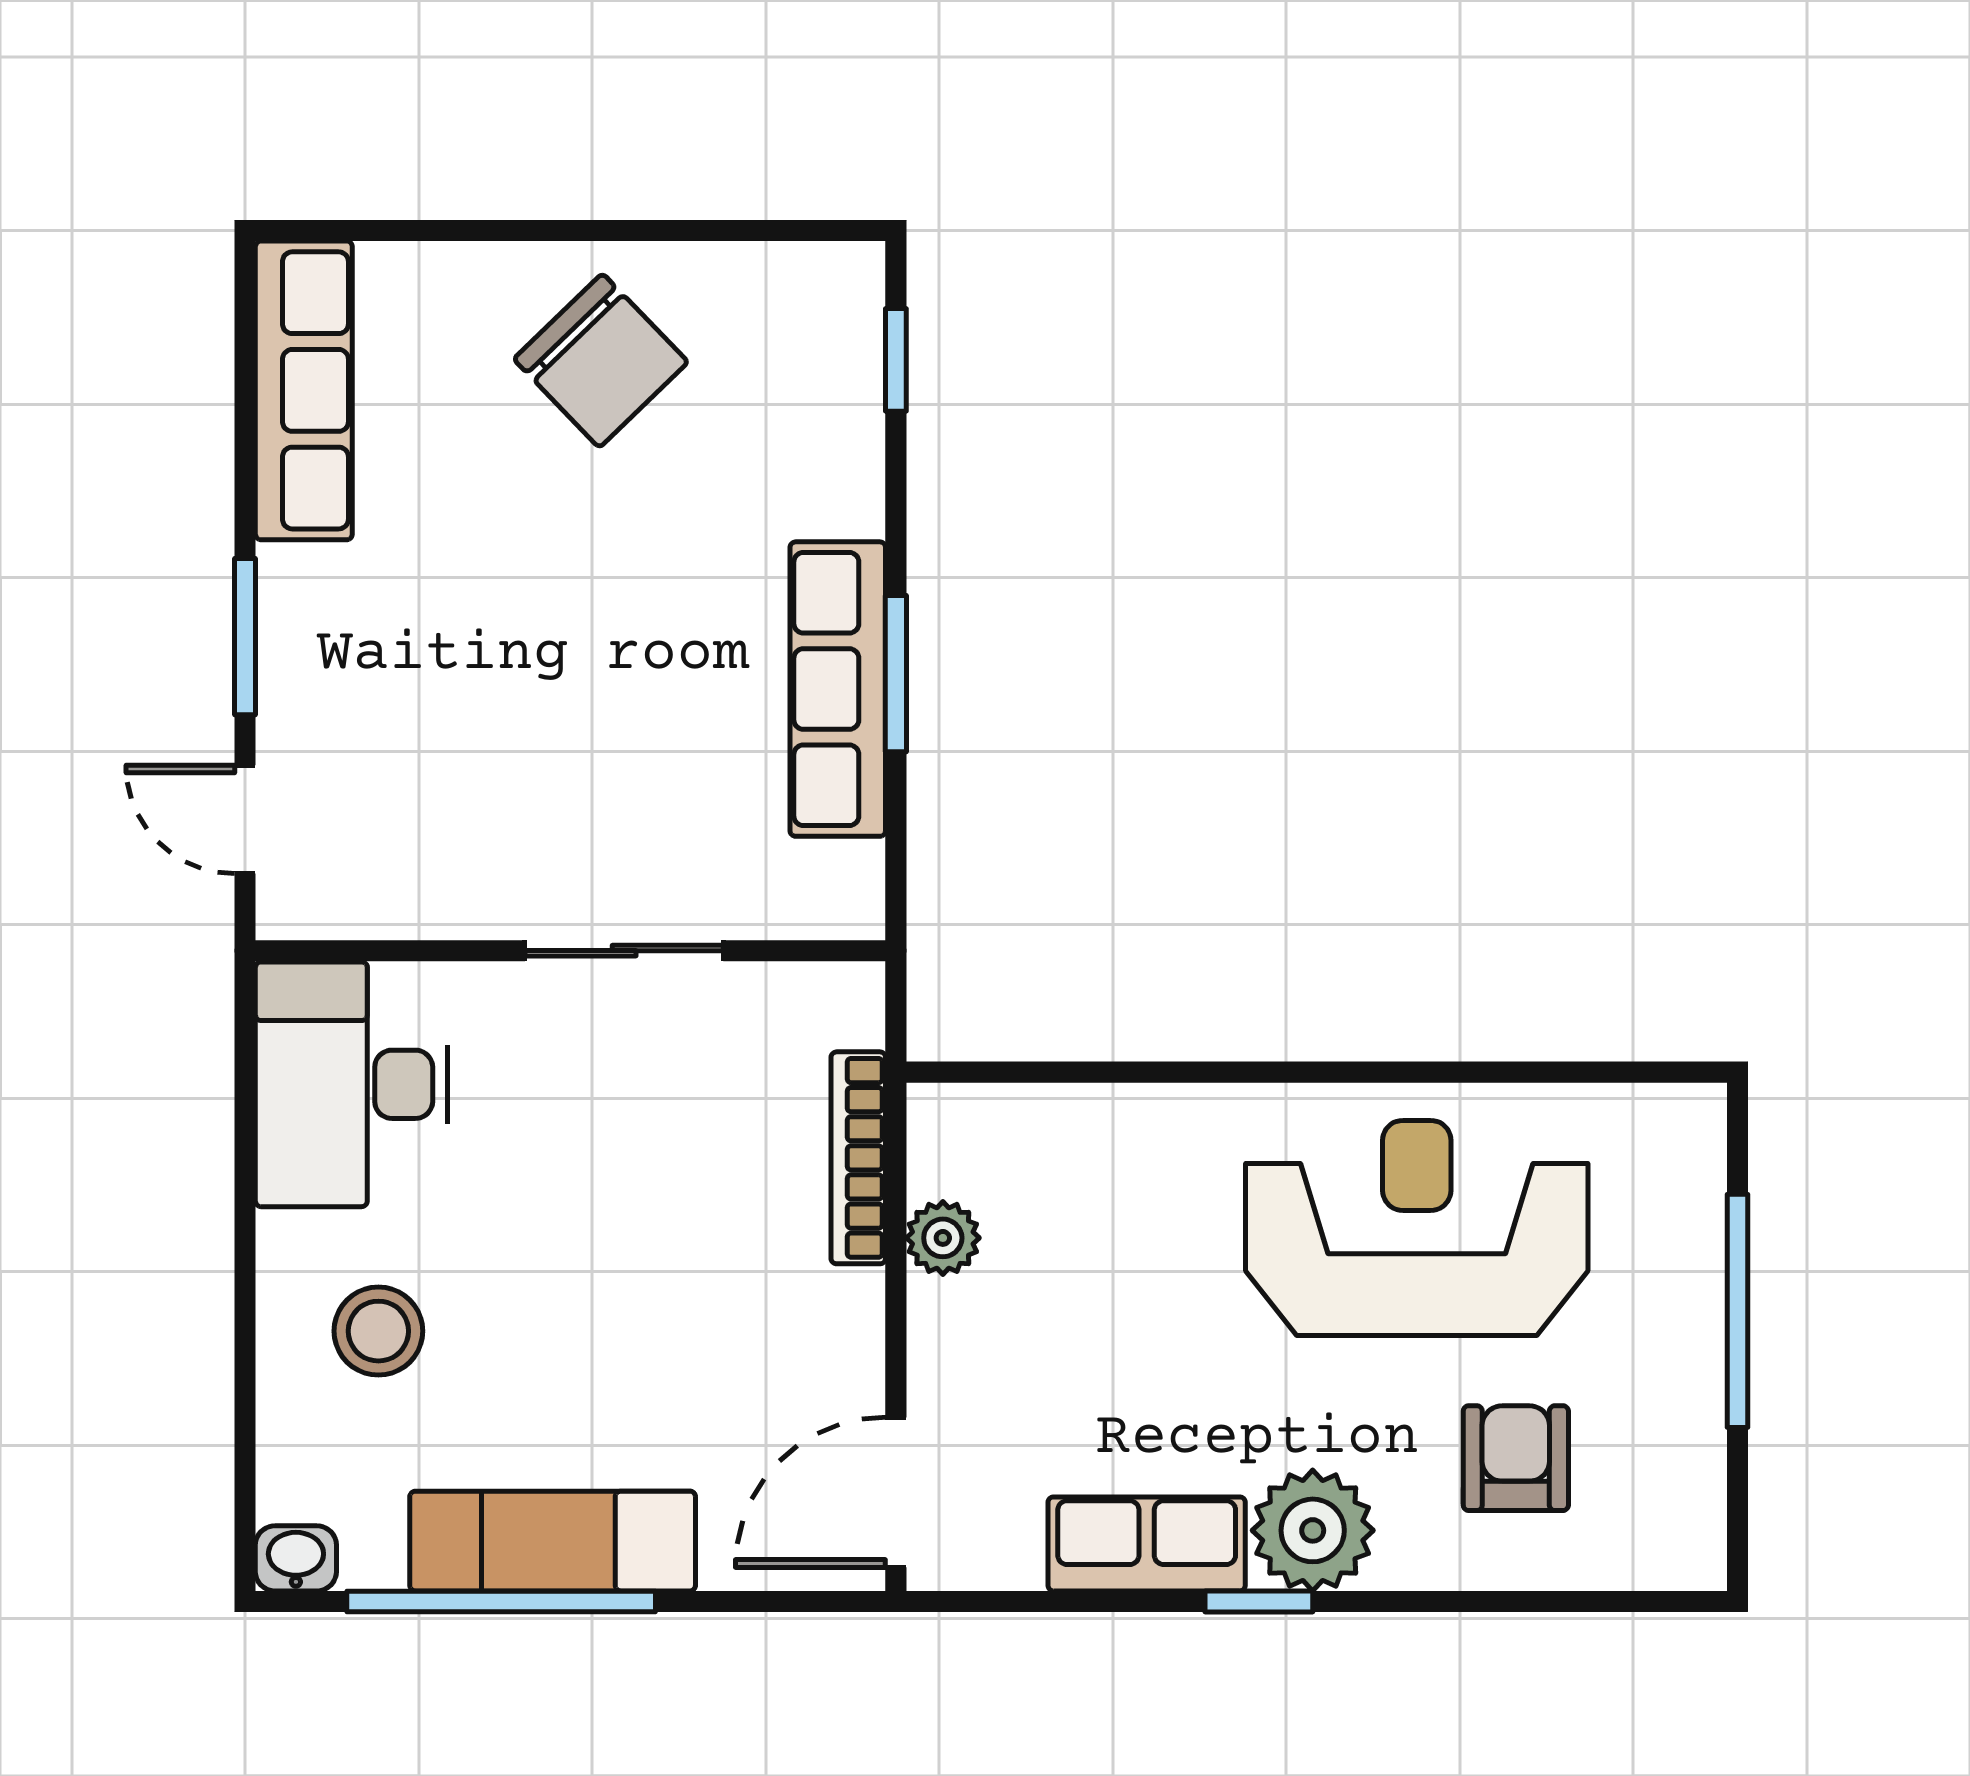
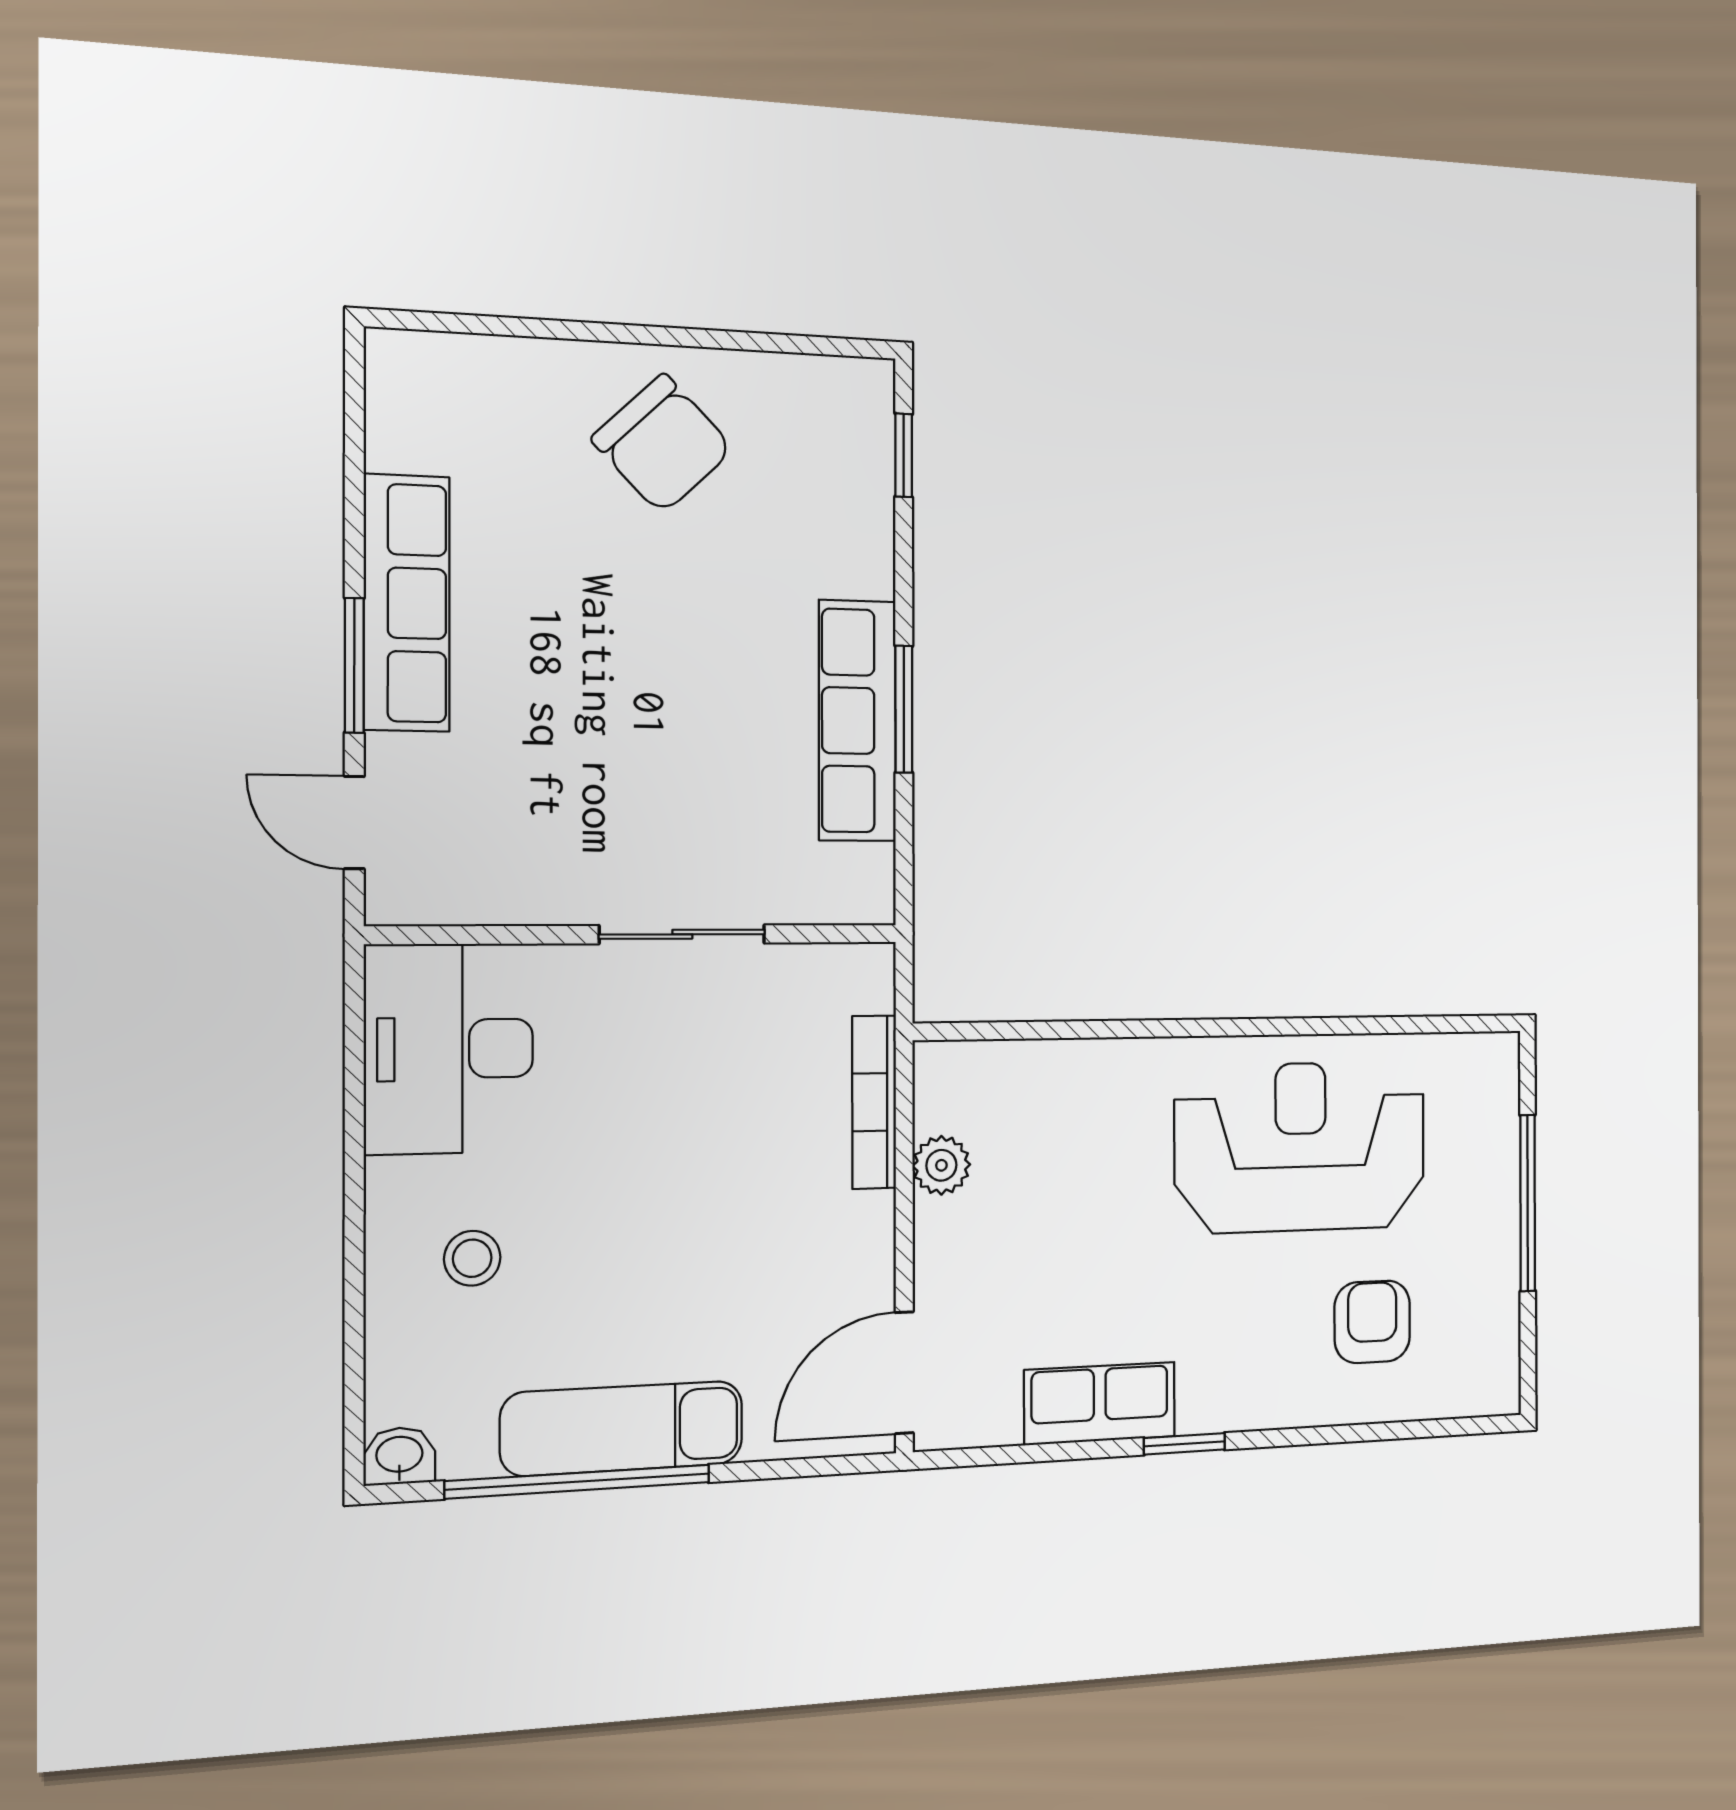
row of seats: (304, 390) -> (407, 603), moved
stool: (378, 1331) -> (472, 1258), width x0.73, depth x0.73
plant: (1313, 1530) -> (1224, 1386), removed

